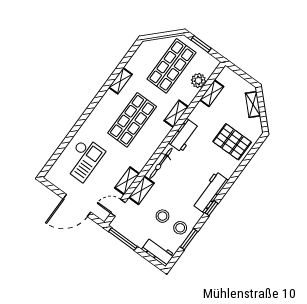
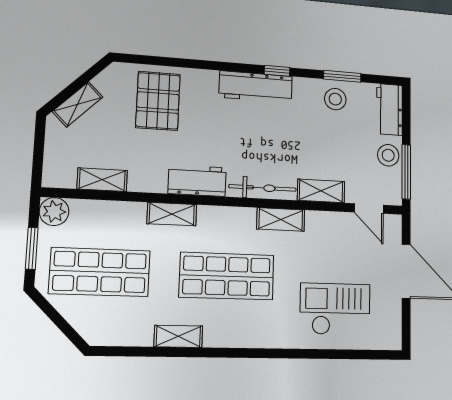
plant: (198, 81) -> (54, 212), moved
shelving: (127, 181) -> (281, 219), moved
stool: (162, 216) -> (388, 155), moved

